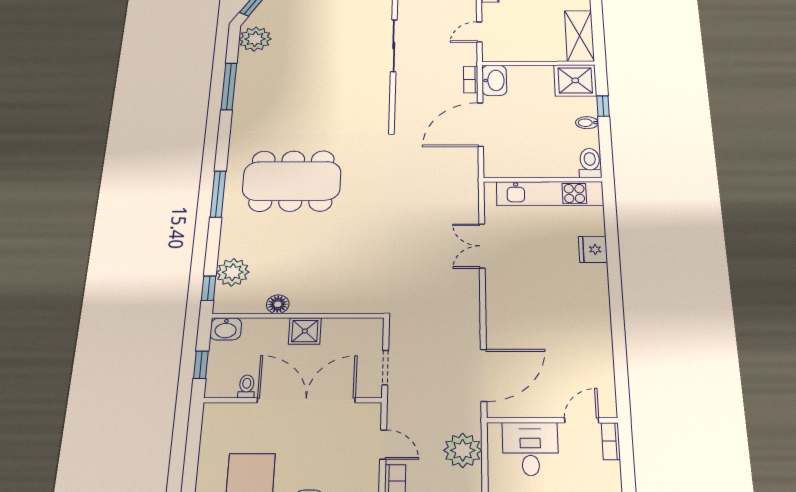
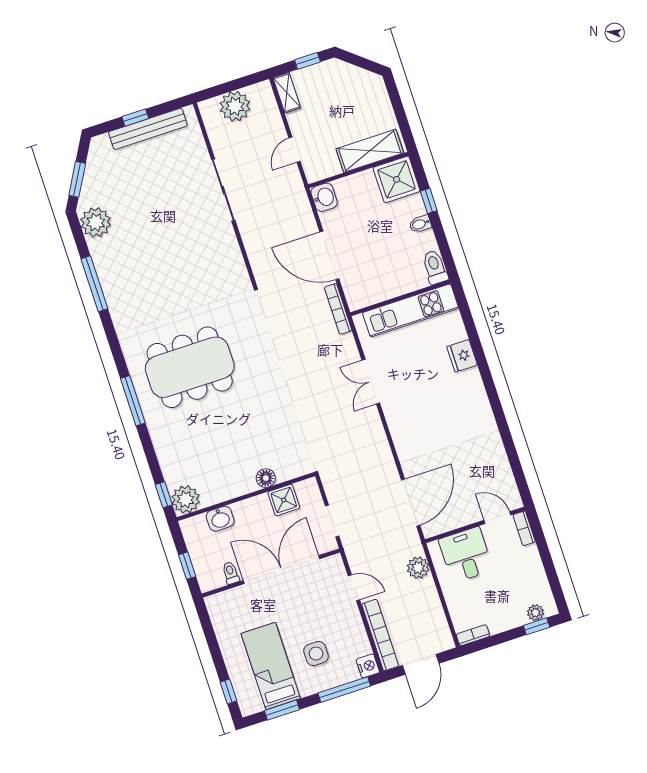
shelving: (579, 36) -> (370, 151), moved, turned 90
bookcase: (471, 80) -> (338, 309), moved, width x1.56
washbasin: (494, 80) -> (324, 197), width x0.72
door: (480, 124) -> (329, 255), hinge flipped
plant: (233, 272) -> (186, 499), moved
floor lamp: (278, 304) -> (266, 478), moved
washbasin: (226, 329) -> (220, 519), moved
shower: (305, 331) -> (284, 500), moved
door: (582, 420) -> (497, 518), hinge flipped
plant: (463, 450) -> (418, 568), width x0.73, depth x0.73

